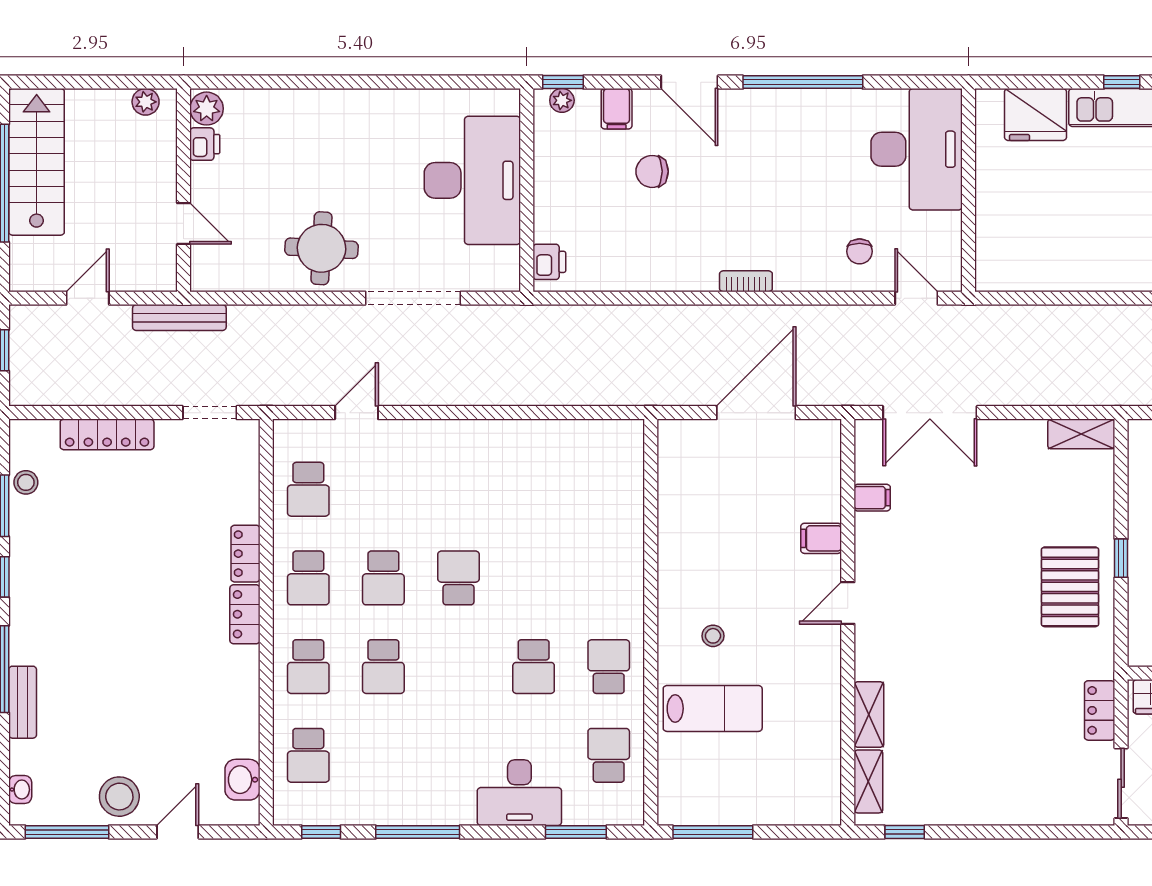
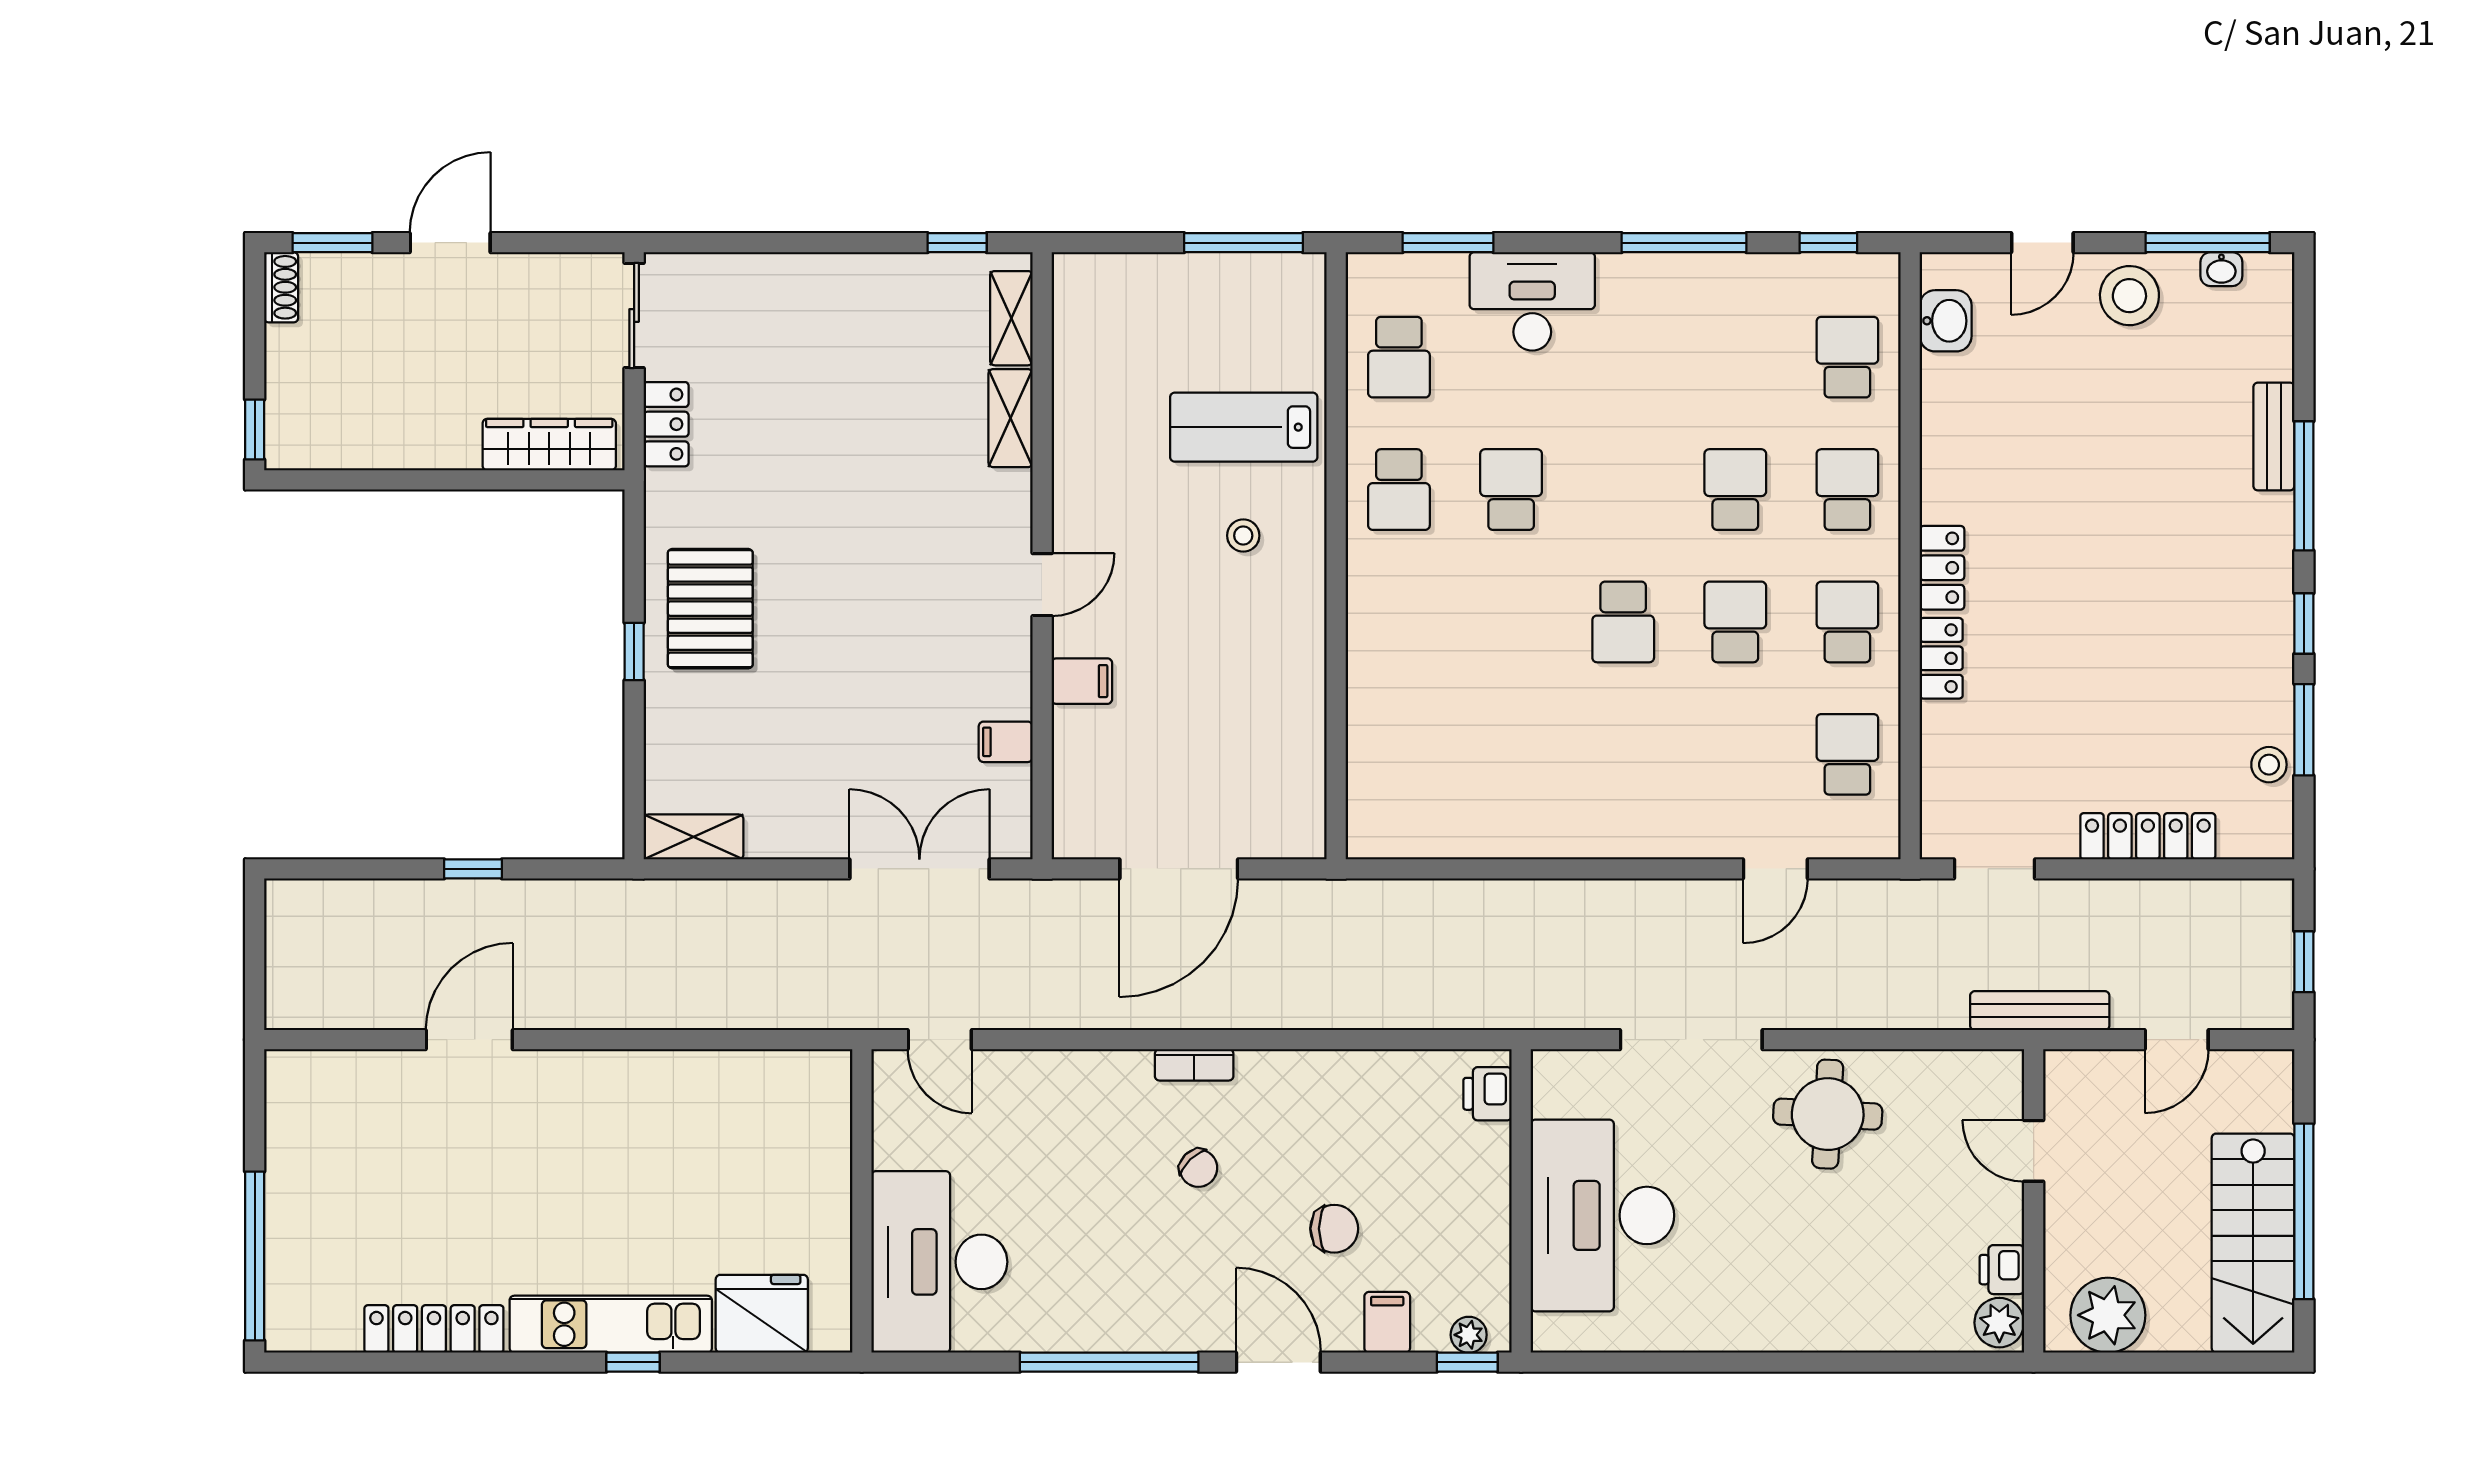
plant: (146, 102) -> (2108, 1315), width x1.88, depth x1.88
chair: (860, 251) -> (1198, 1168), moved, turned 136
washbasin: (20, 790) -> (2221, 269), moved, turned -90

